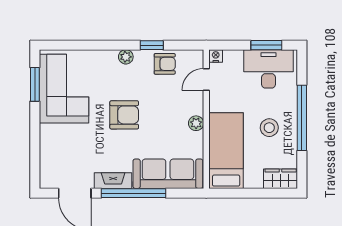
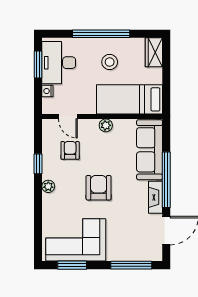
nightstand: (216, 56) -> (47, 91), moved
armchair: (165, 64) -> (70, 150), moved
window: (35, 153) -> (131, 265), added

